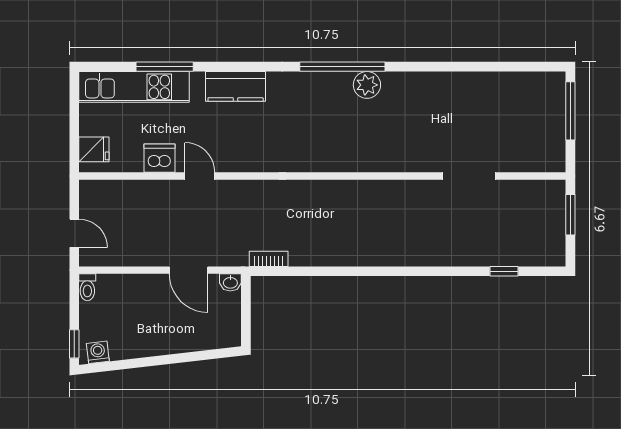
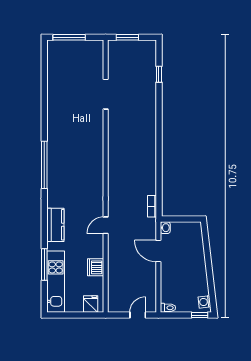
plant: (367, 85) -> (55, 151), removed
door: (200, 176) -> (106, 225), moved
door: (188, 270) -> (158, 251), swing flipped

